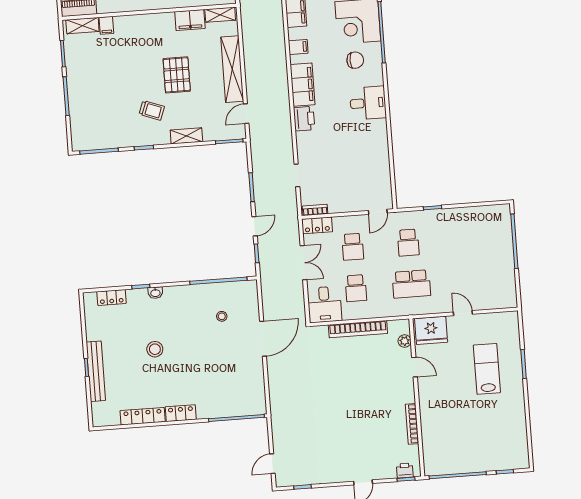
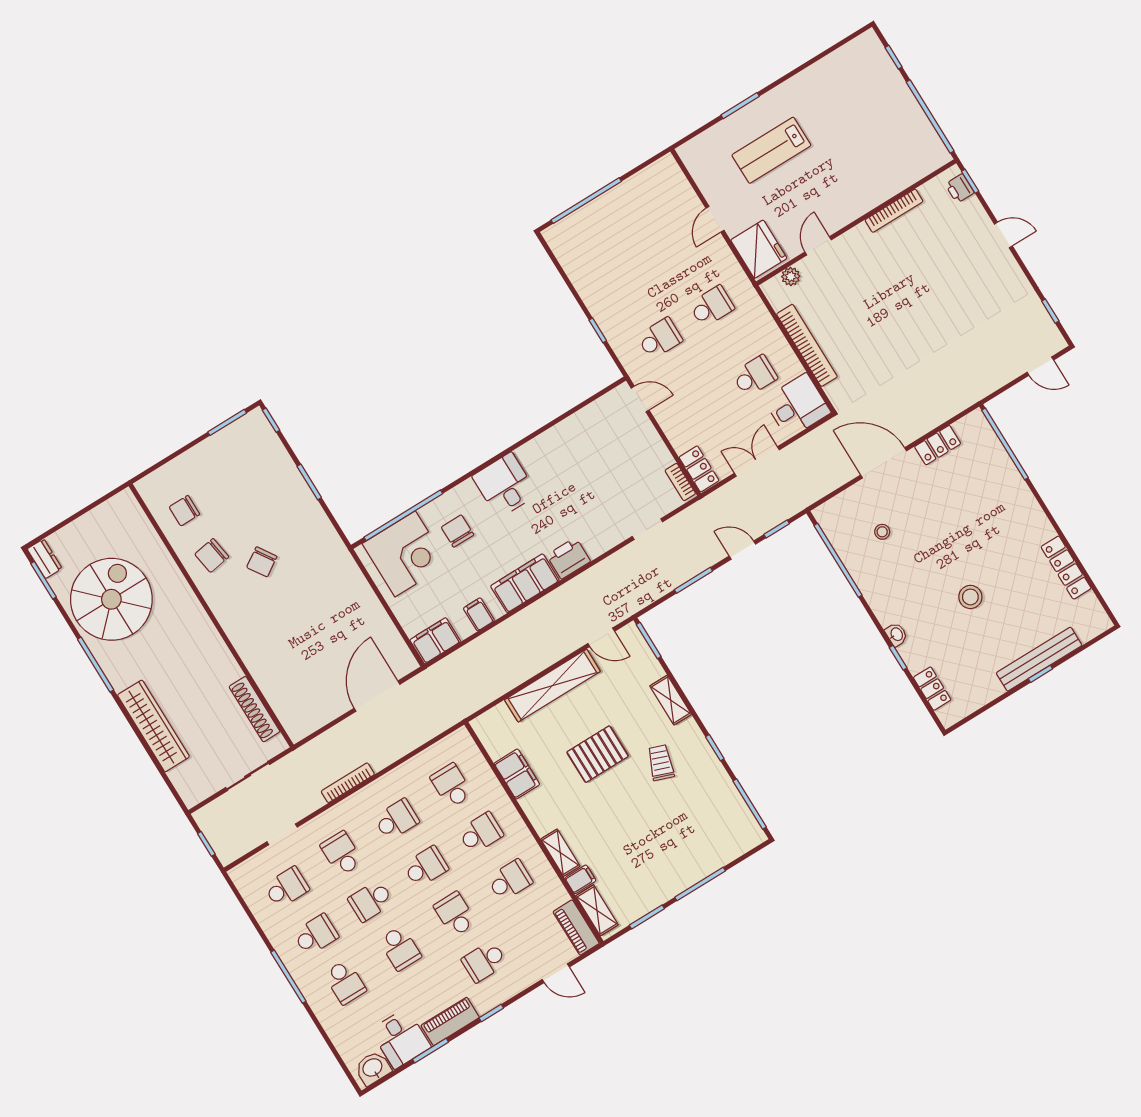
shelving: (220, 15) -> (560, 853), moved
school desk: (353, 247) -> (703, 408), removed
school desk: (411, 284) -> (712, 306), width x0.54
locker: (181, 413) -> (938, 445), moved, turned -90

